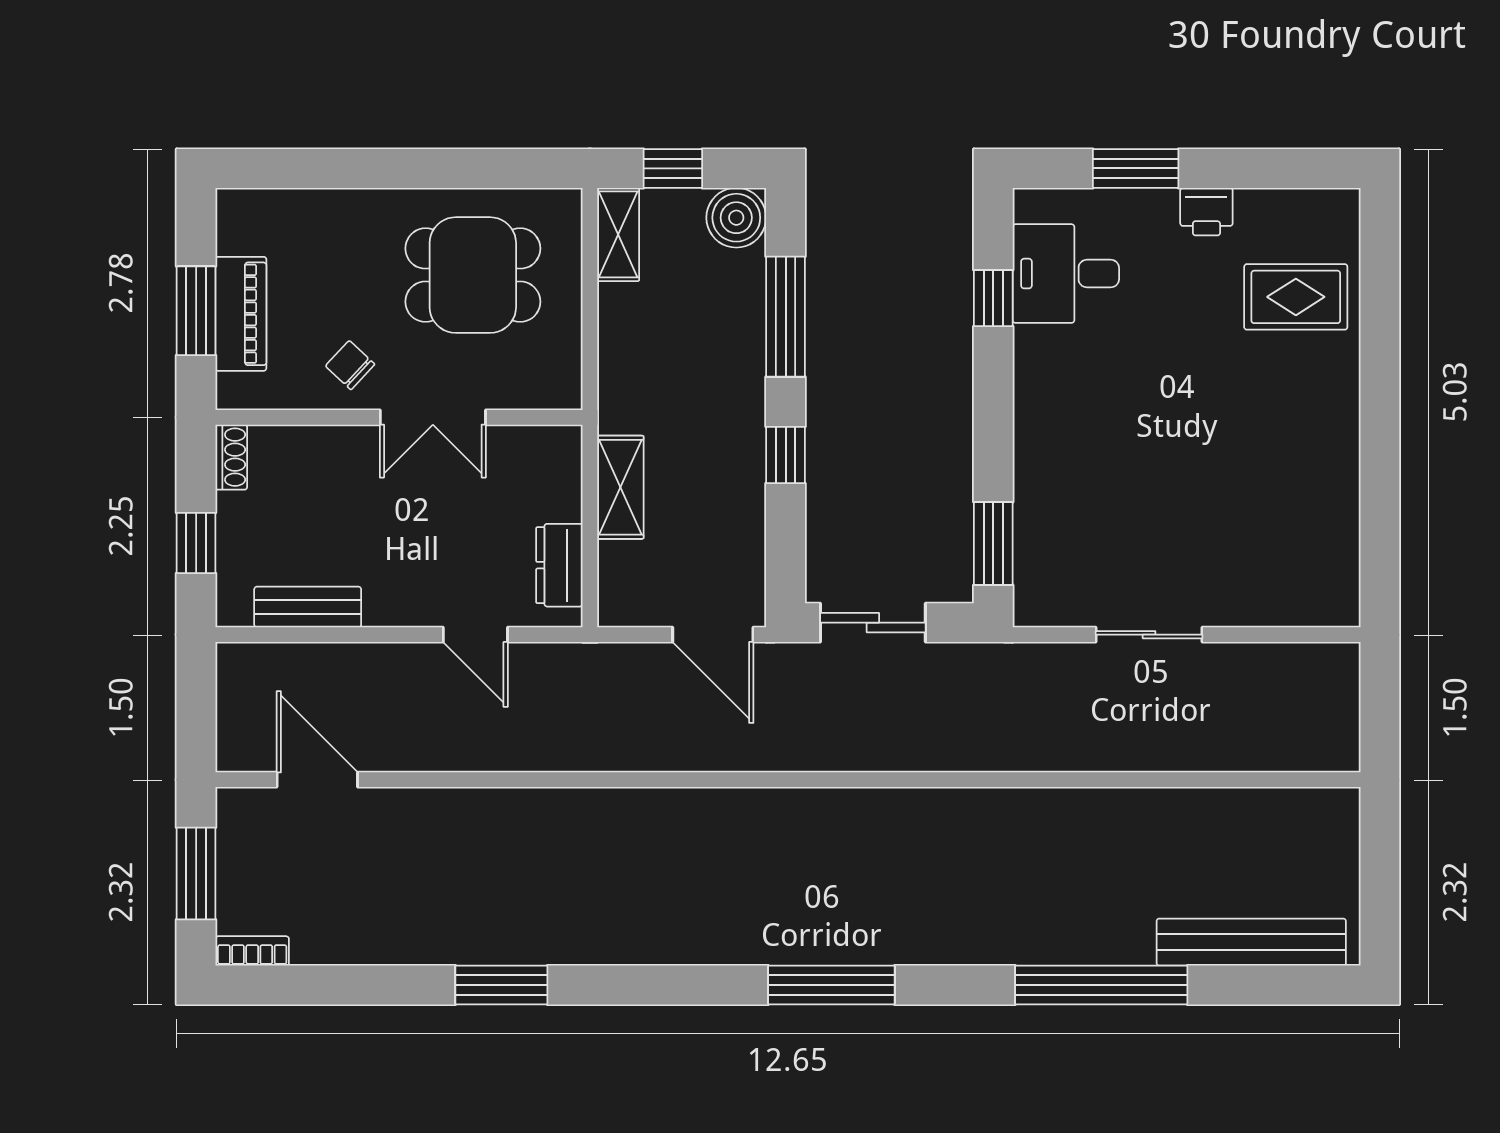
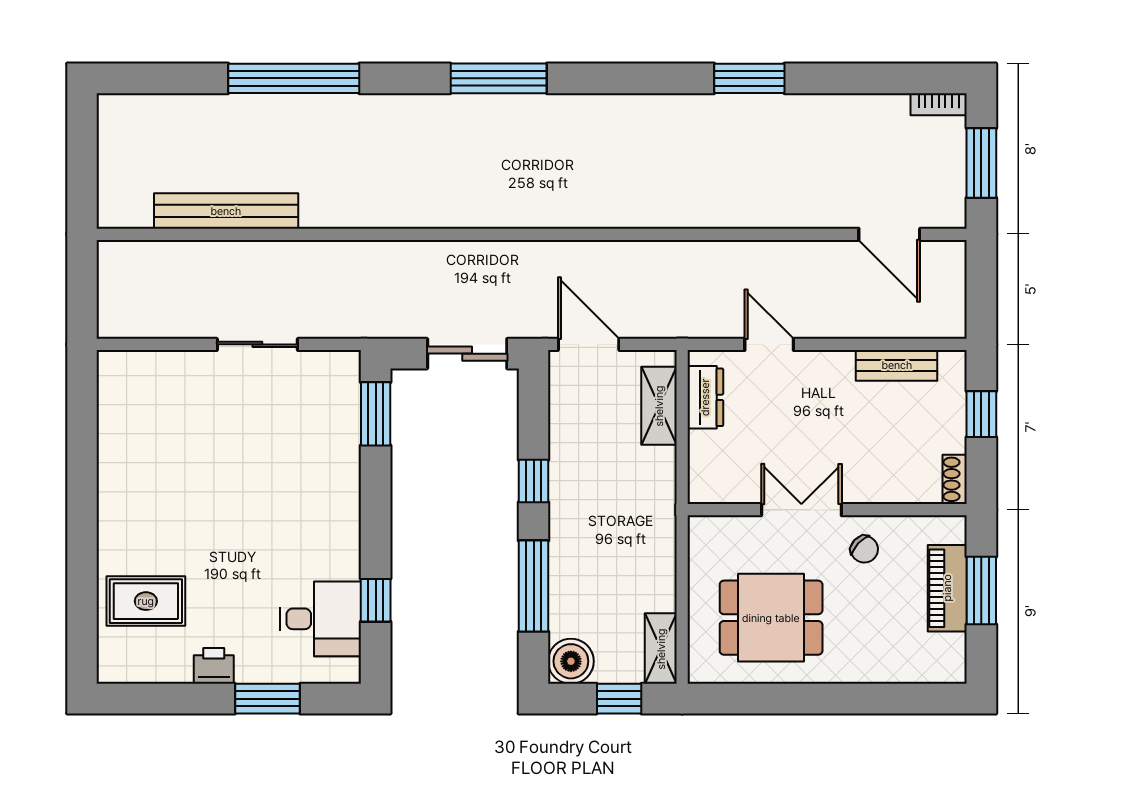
shelving: (620, 487) -> (659, 406), moved
bench: (1251, 942) -> (226, 211), moved

